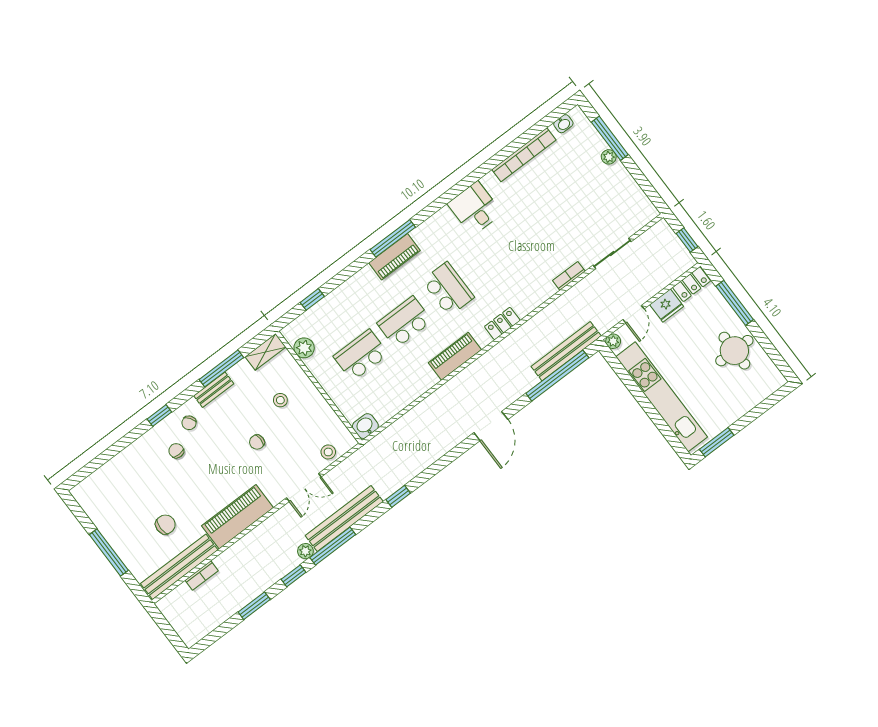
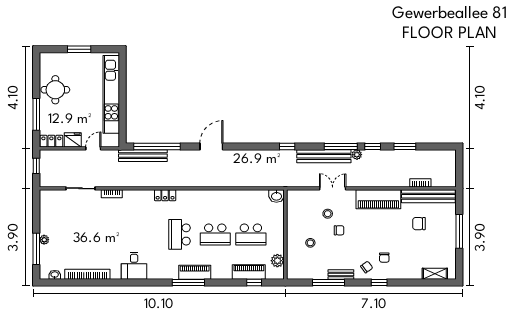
plant: (613, 341) -> (115, 142), removed
shelving: (265, 352) -> (435, 274), moved
piano: (455, 356) -> (249, 272), moved, turned 180
window: (717, 442) -> (79, 49), moved
stool: (328, 452) -> (328, 214), moved

